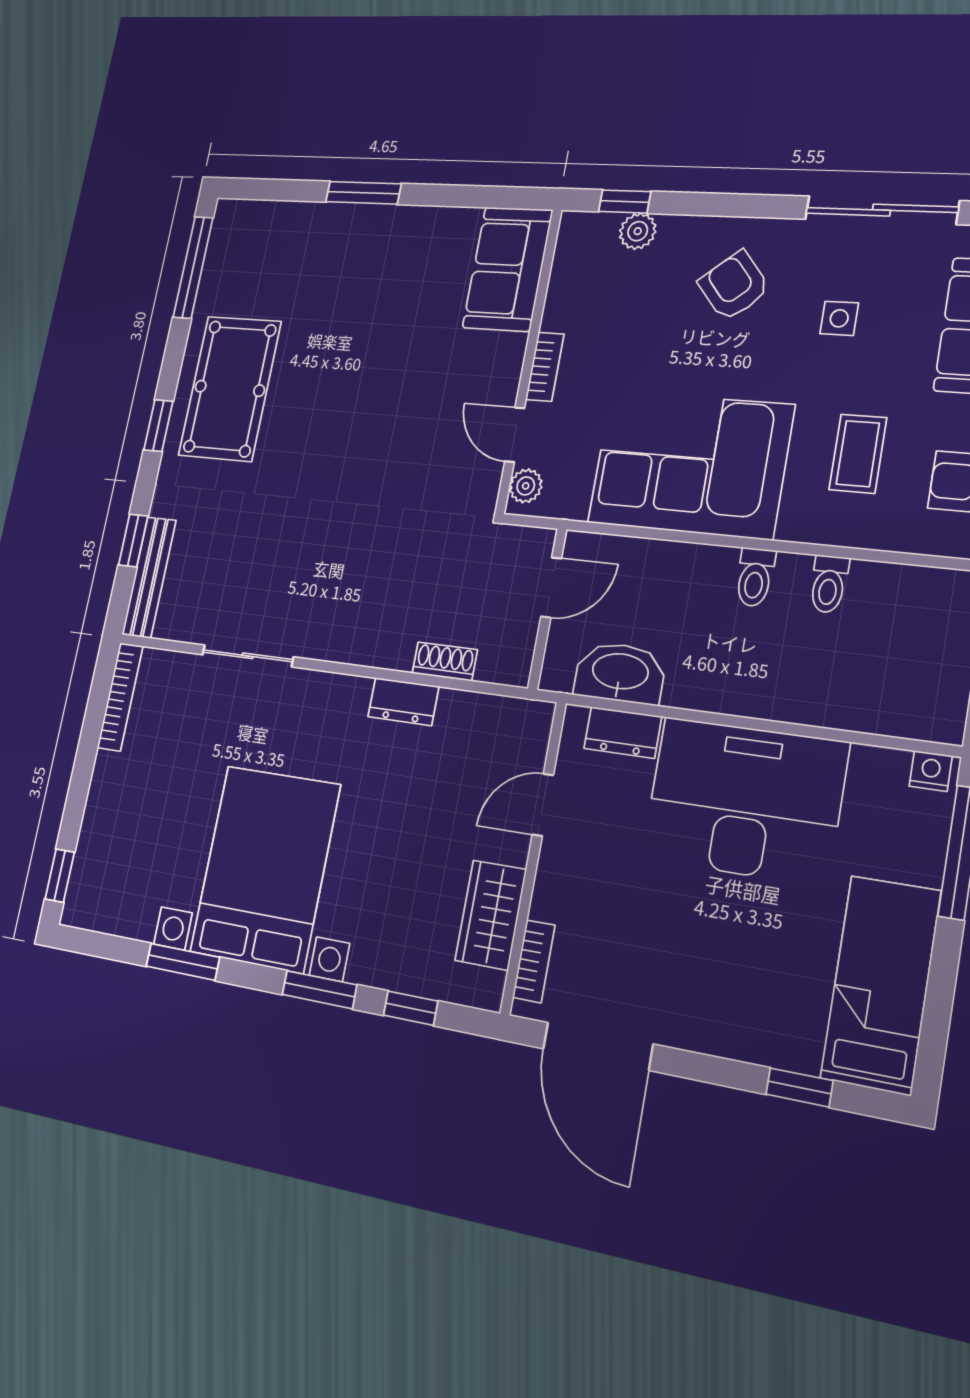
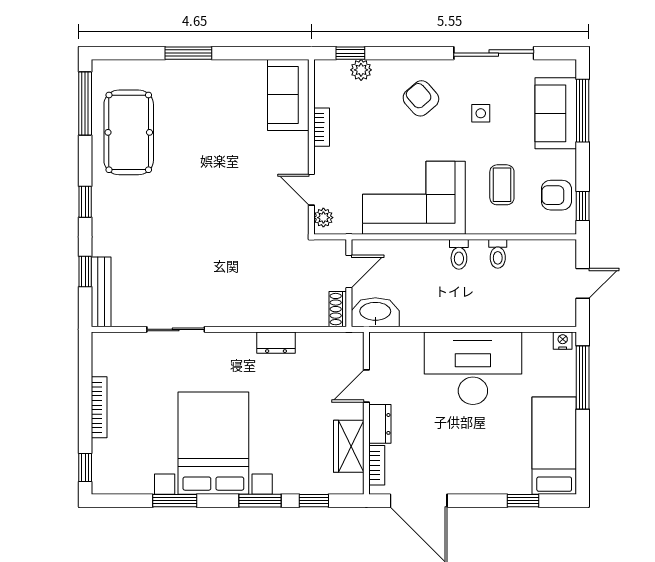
bookcase: (545, 367) -> (322, 127), moved
pool table: (230, 388) -> (129, 132), moved
shoe rack: (445, 662) -> (338, 309), moved, turned -90
washbasin: (620, 673) -> (375, 312), moved
bookcase: (120, 697) -> (99, 407), moved
dresser: (623, 732) -> (380, 424), moved, turned -90

